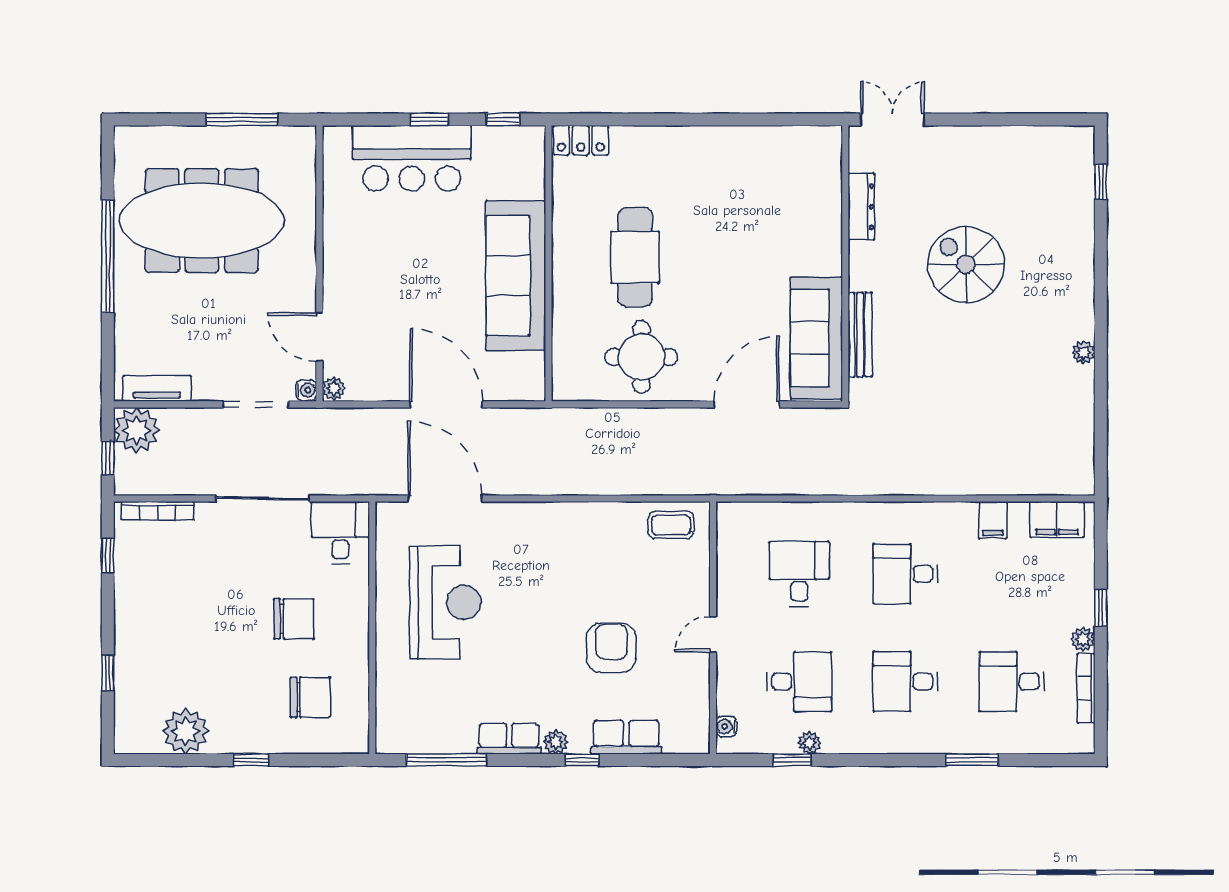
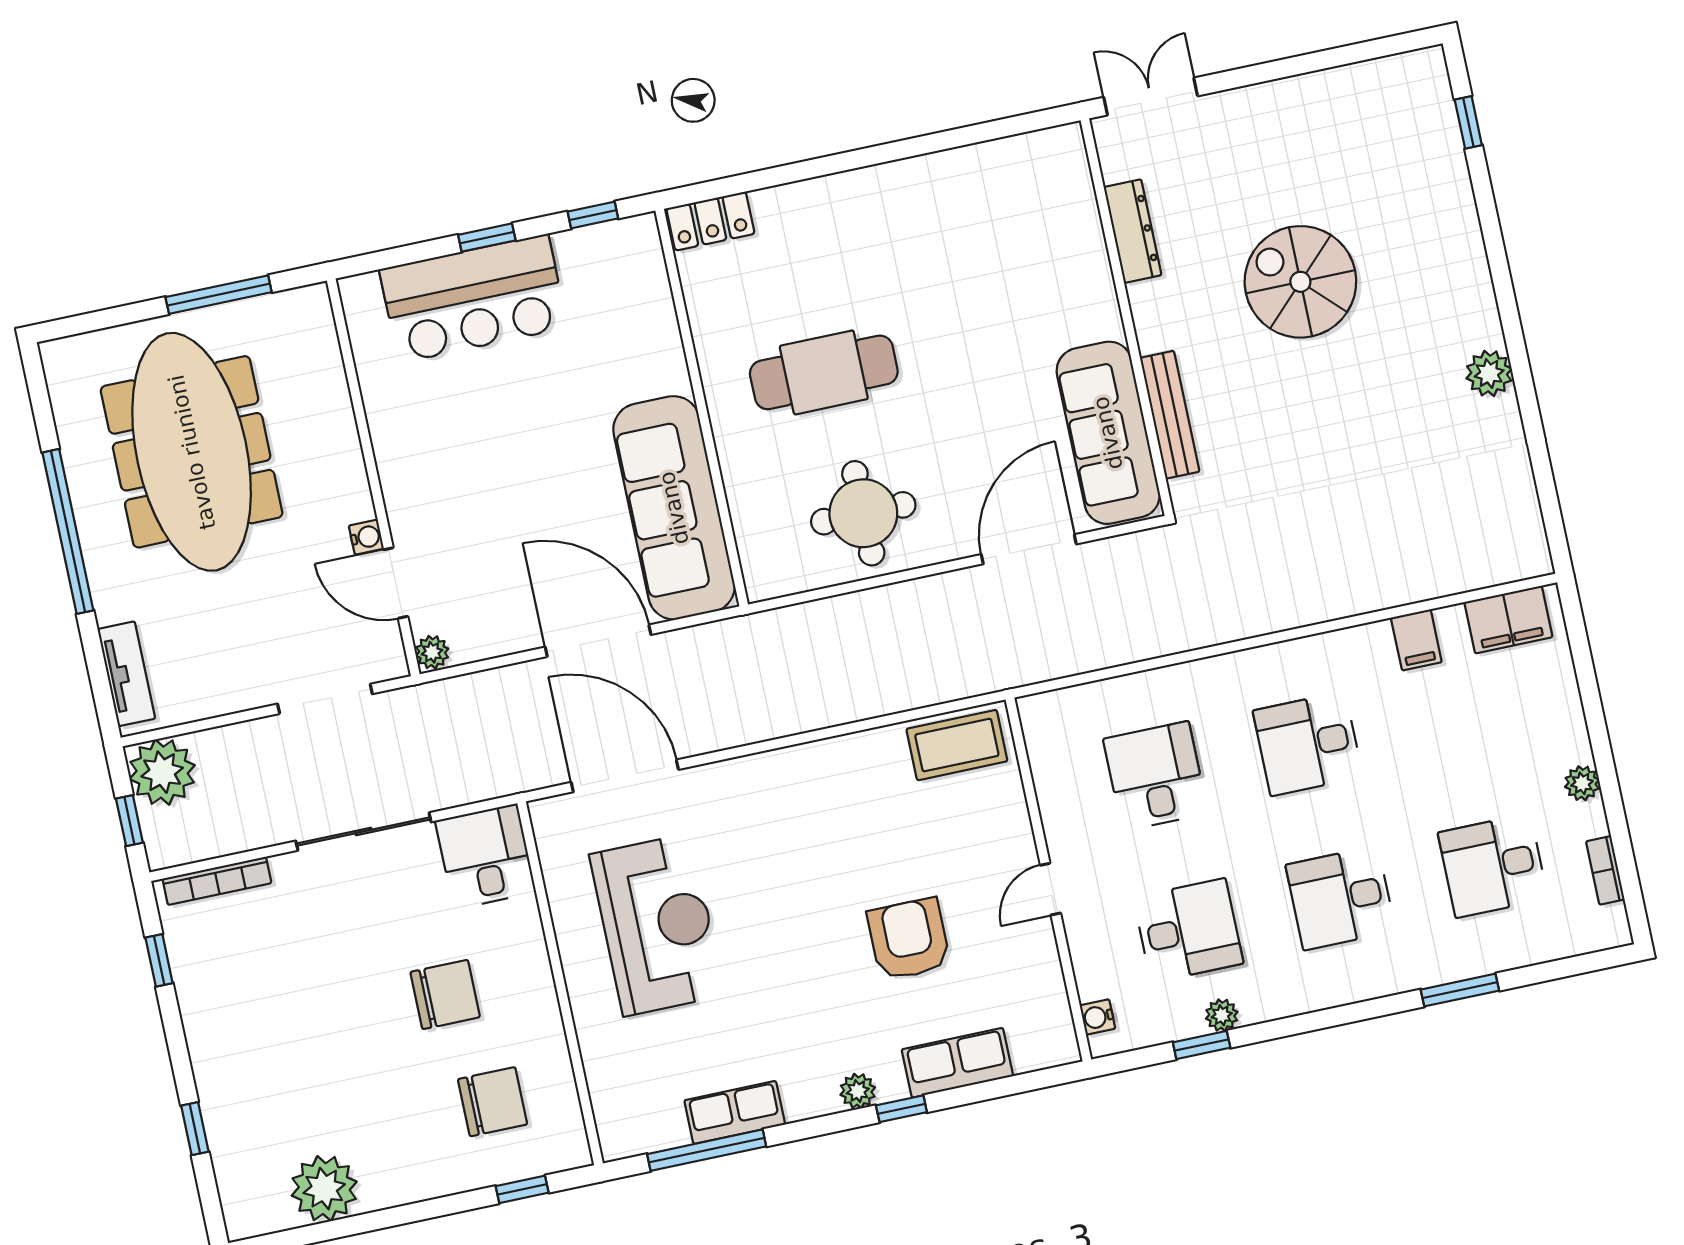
meeting table: (202, 221) -> (192, 452), turned 90
cafe table: (635, 257) -> (824, 372), turned 90
sofa: (516, 276) -> (674, 508), moved
plant: (1083, 352) -> (1489, 373), width x1.38, depth x1.38
tv unit: (157, 389) -> (126, 674), moved, turned 90
water cooler: (306, 390) -> (366, 537), moved
coffee table: (671, 525) -> (957, 745), width x1.36, depth x1.30
window: (1101, 608) -> (1598, 733), removed
bookcase: (1086, 688) -> (1605, 870), width x0.64
row of seats: (509, 739) -> (735, 1112), moved
window: (251, 760) -> (522, 1189), moved

